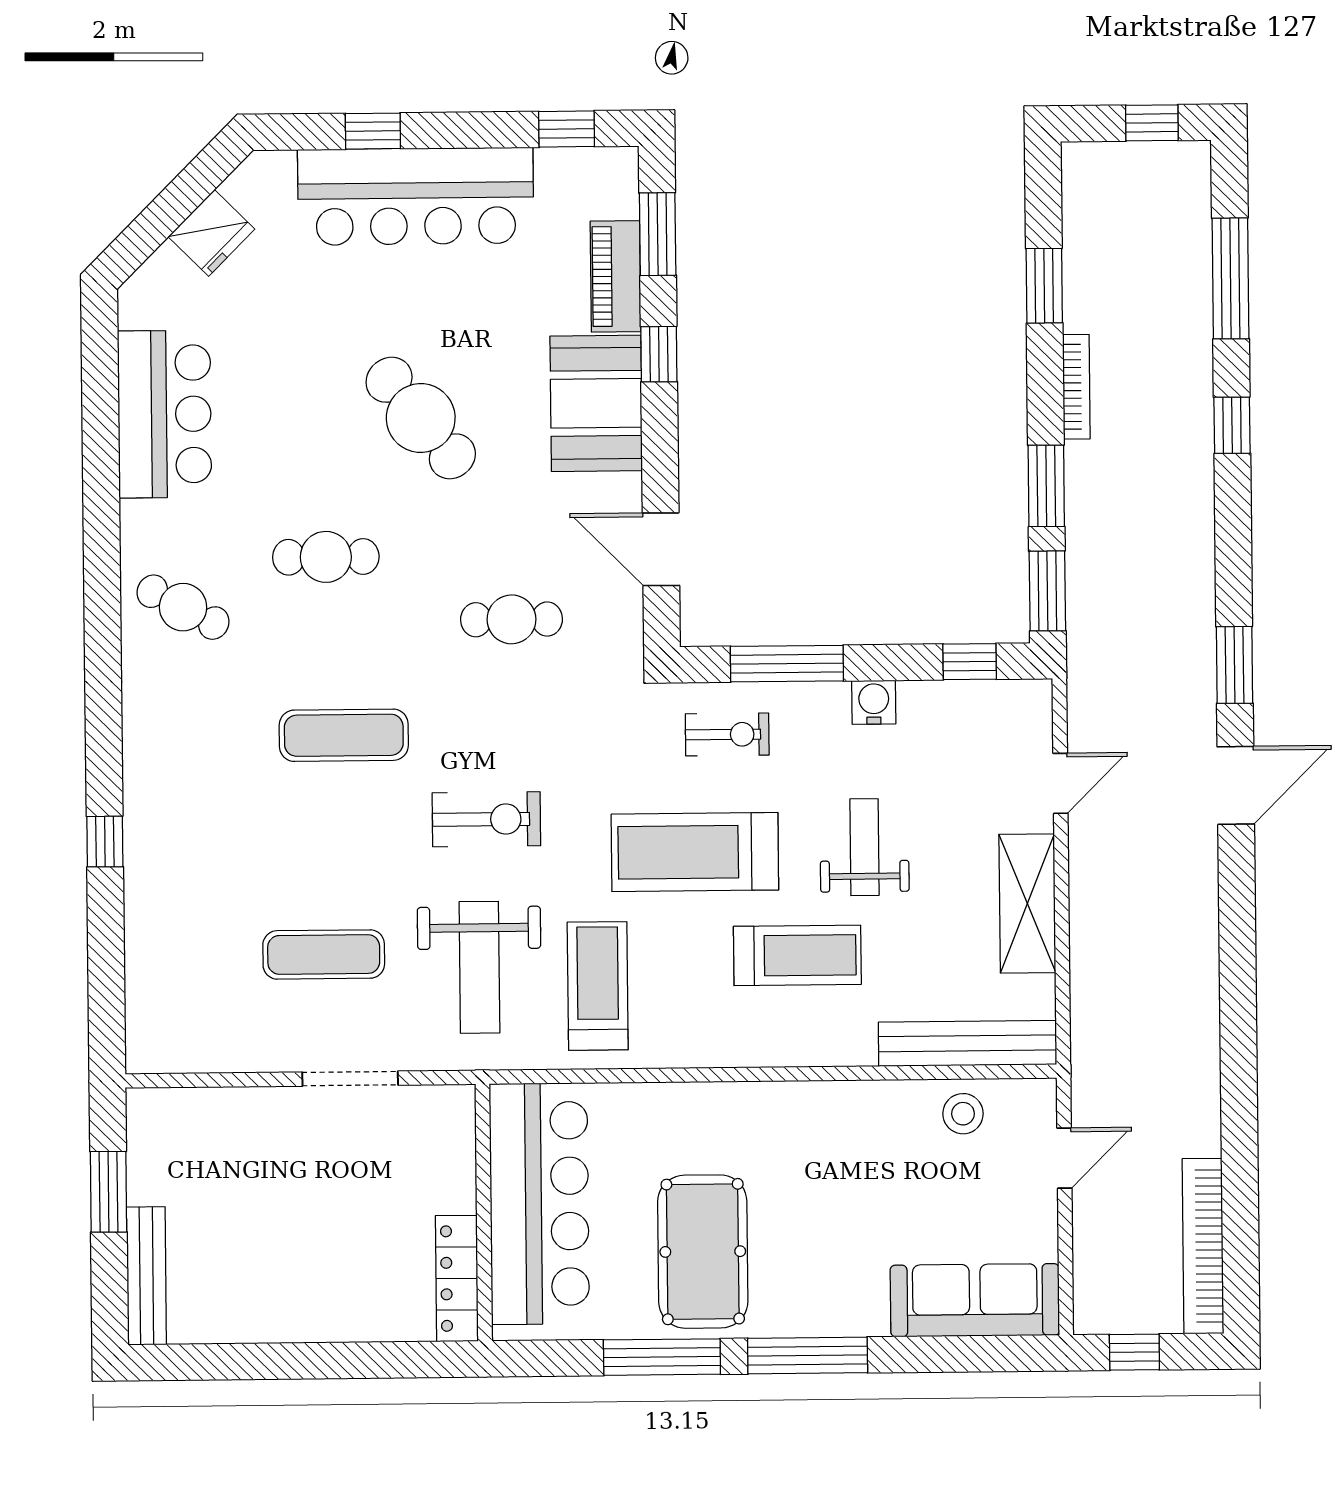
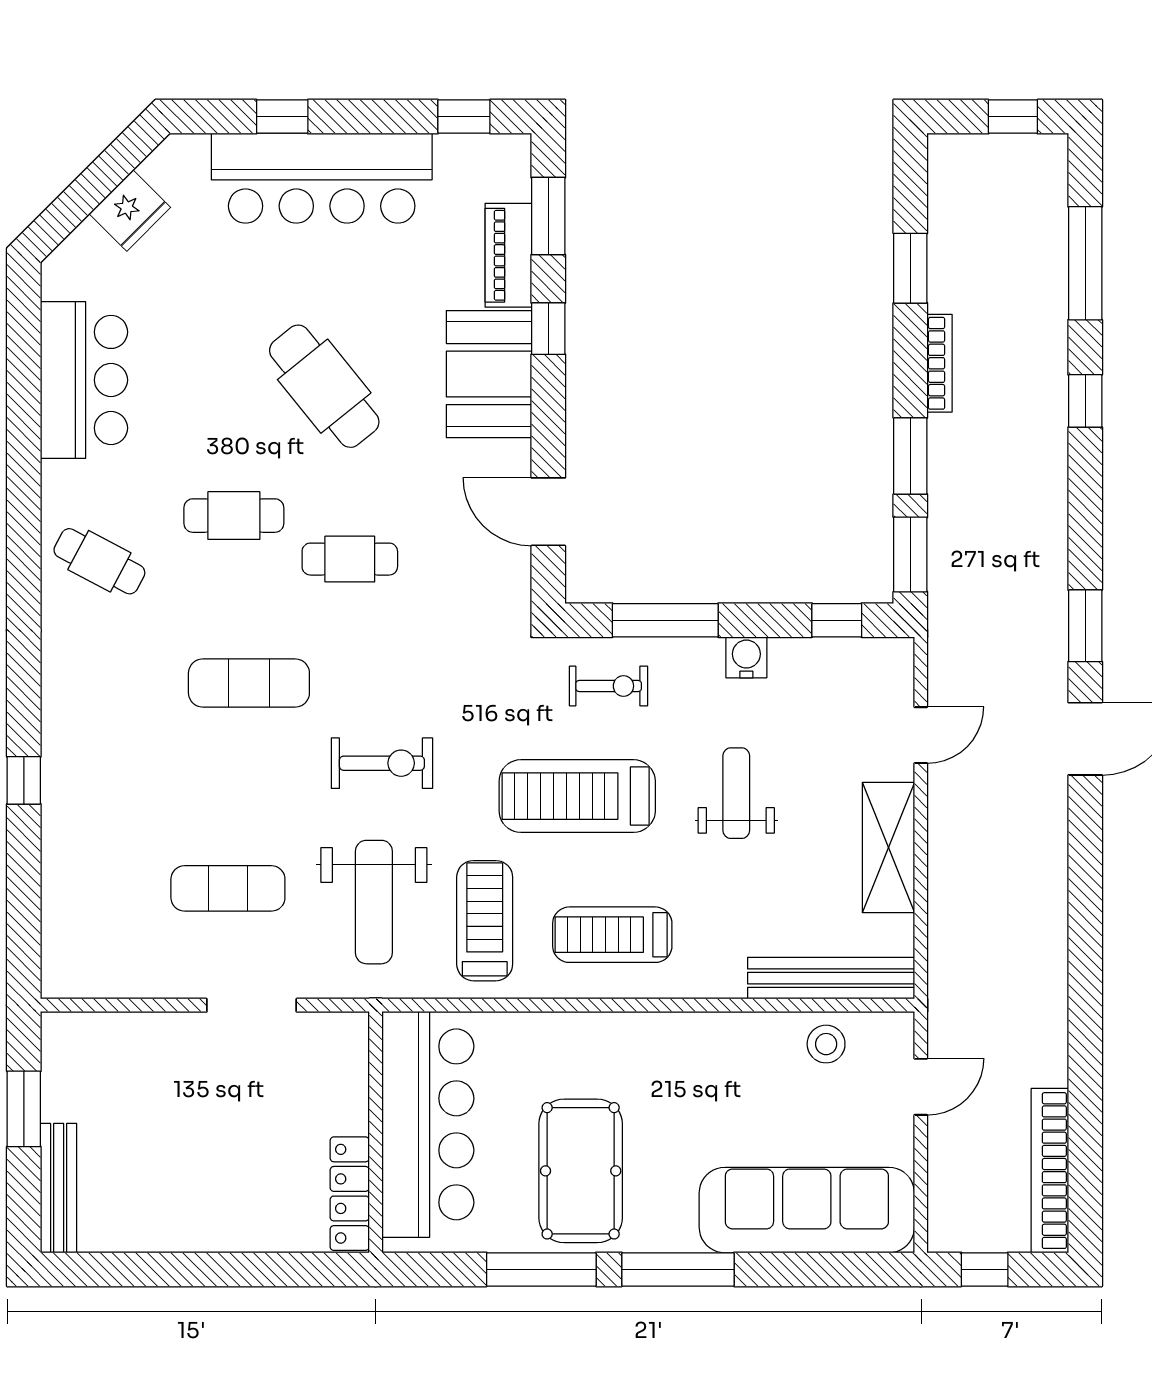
cafe table: (512, 619) -> (350, 559), moved
treadmill: (797, 955) -> (612, 935), moved, turned 180
sofa: (975, 1300) -> (807, 1210), width x1.36, depth x1.27

